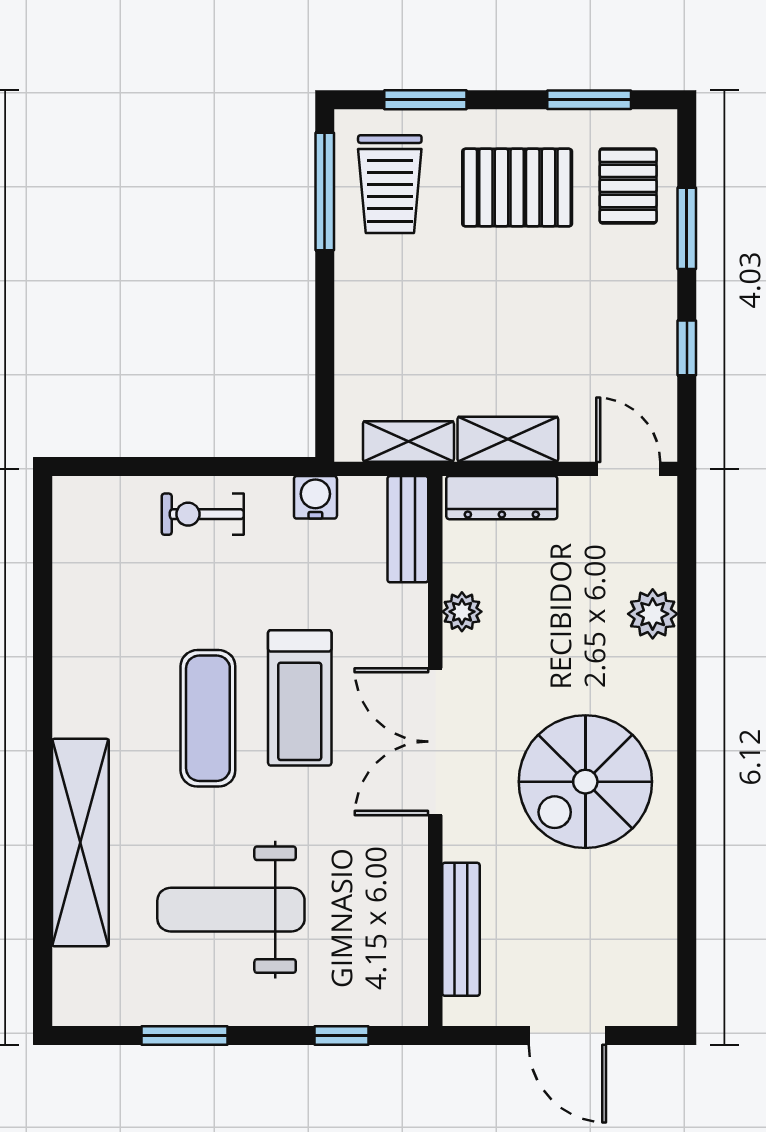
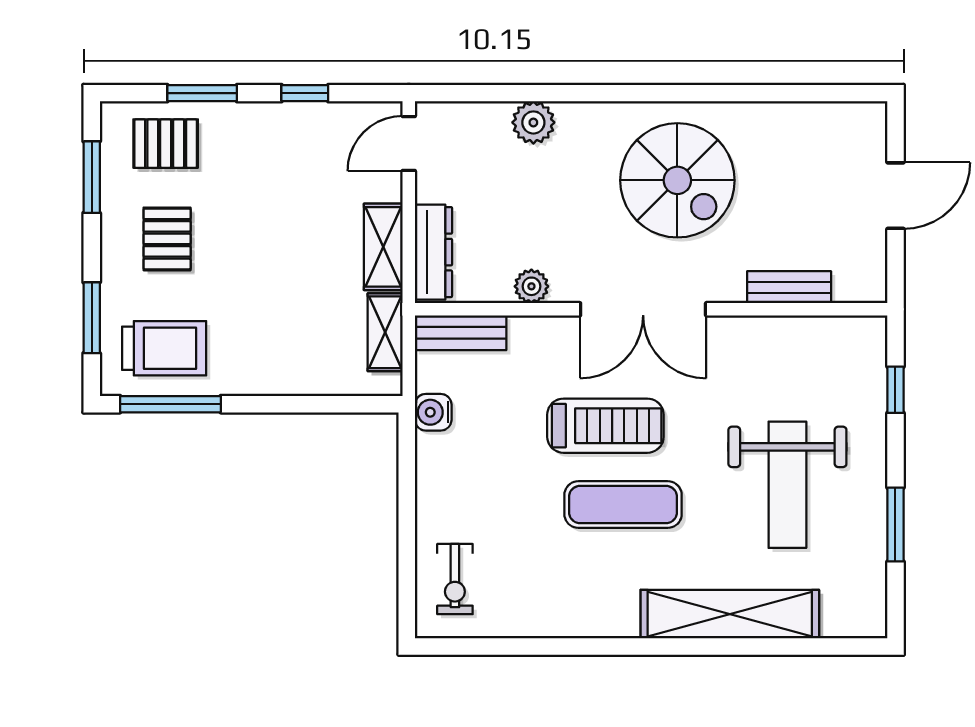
pallet: (517, 188) -> (167, 239), width x0.67, depth x0.71
exercise bike: (203, 514) -> (455, 579), moved
bench: (461, 929) -> (789, 287), width x0.73

